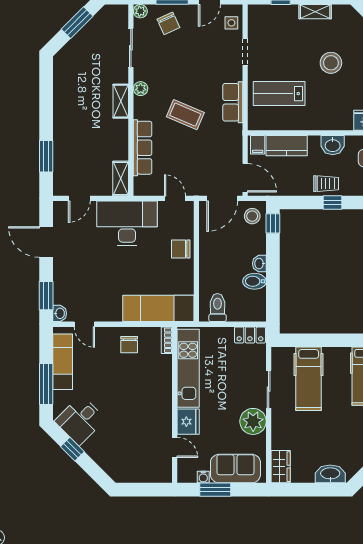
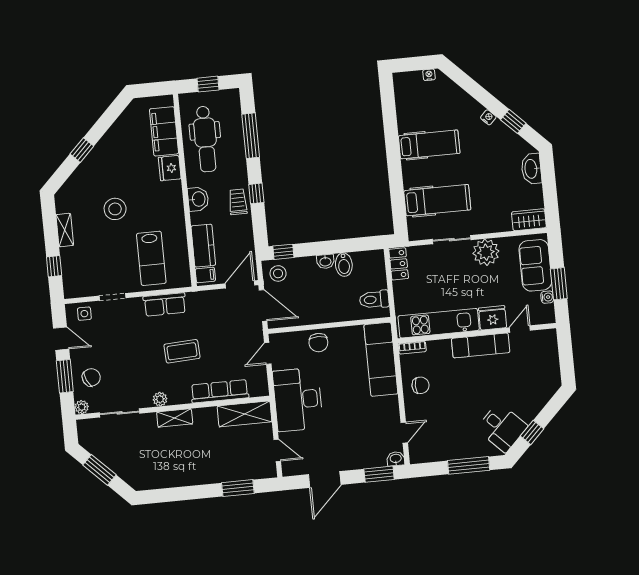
coffee table: (185, 115) -> (182, 351), turned 64
shelving: (121, 178) -> (244, 414), width x1.50, depth x1.33
exam couch: (63, 362) -> (481, 345), moved, turned 180

